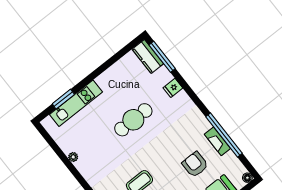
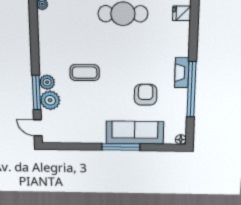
fireplace: (217, 141) -> (182, 73), moved

